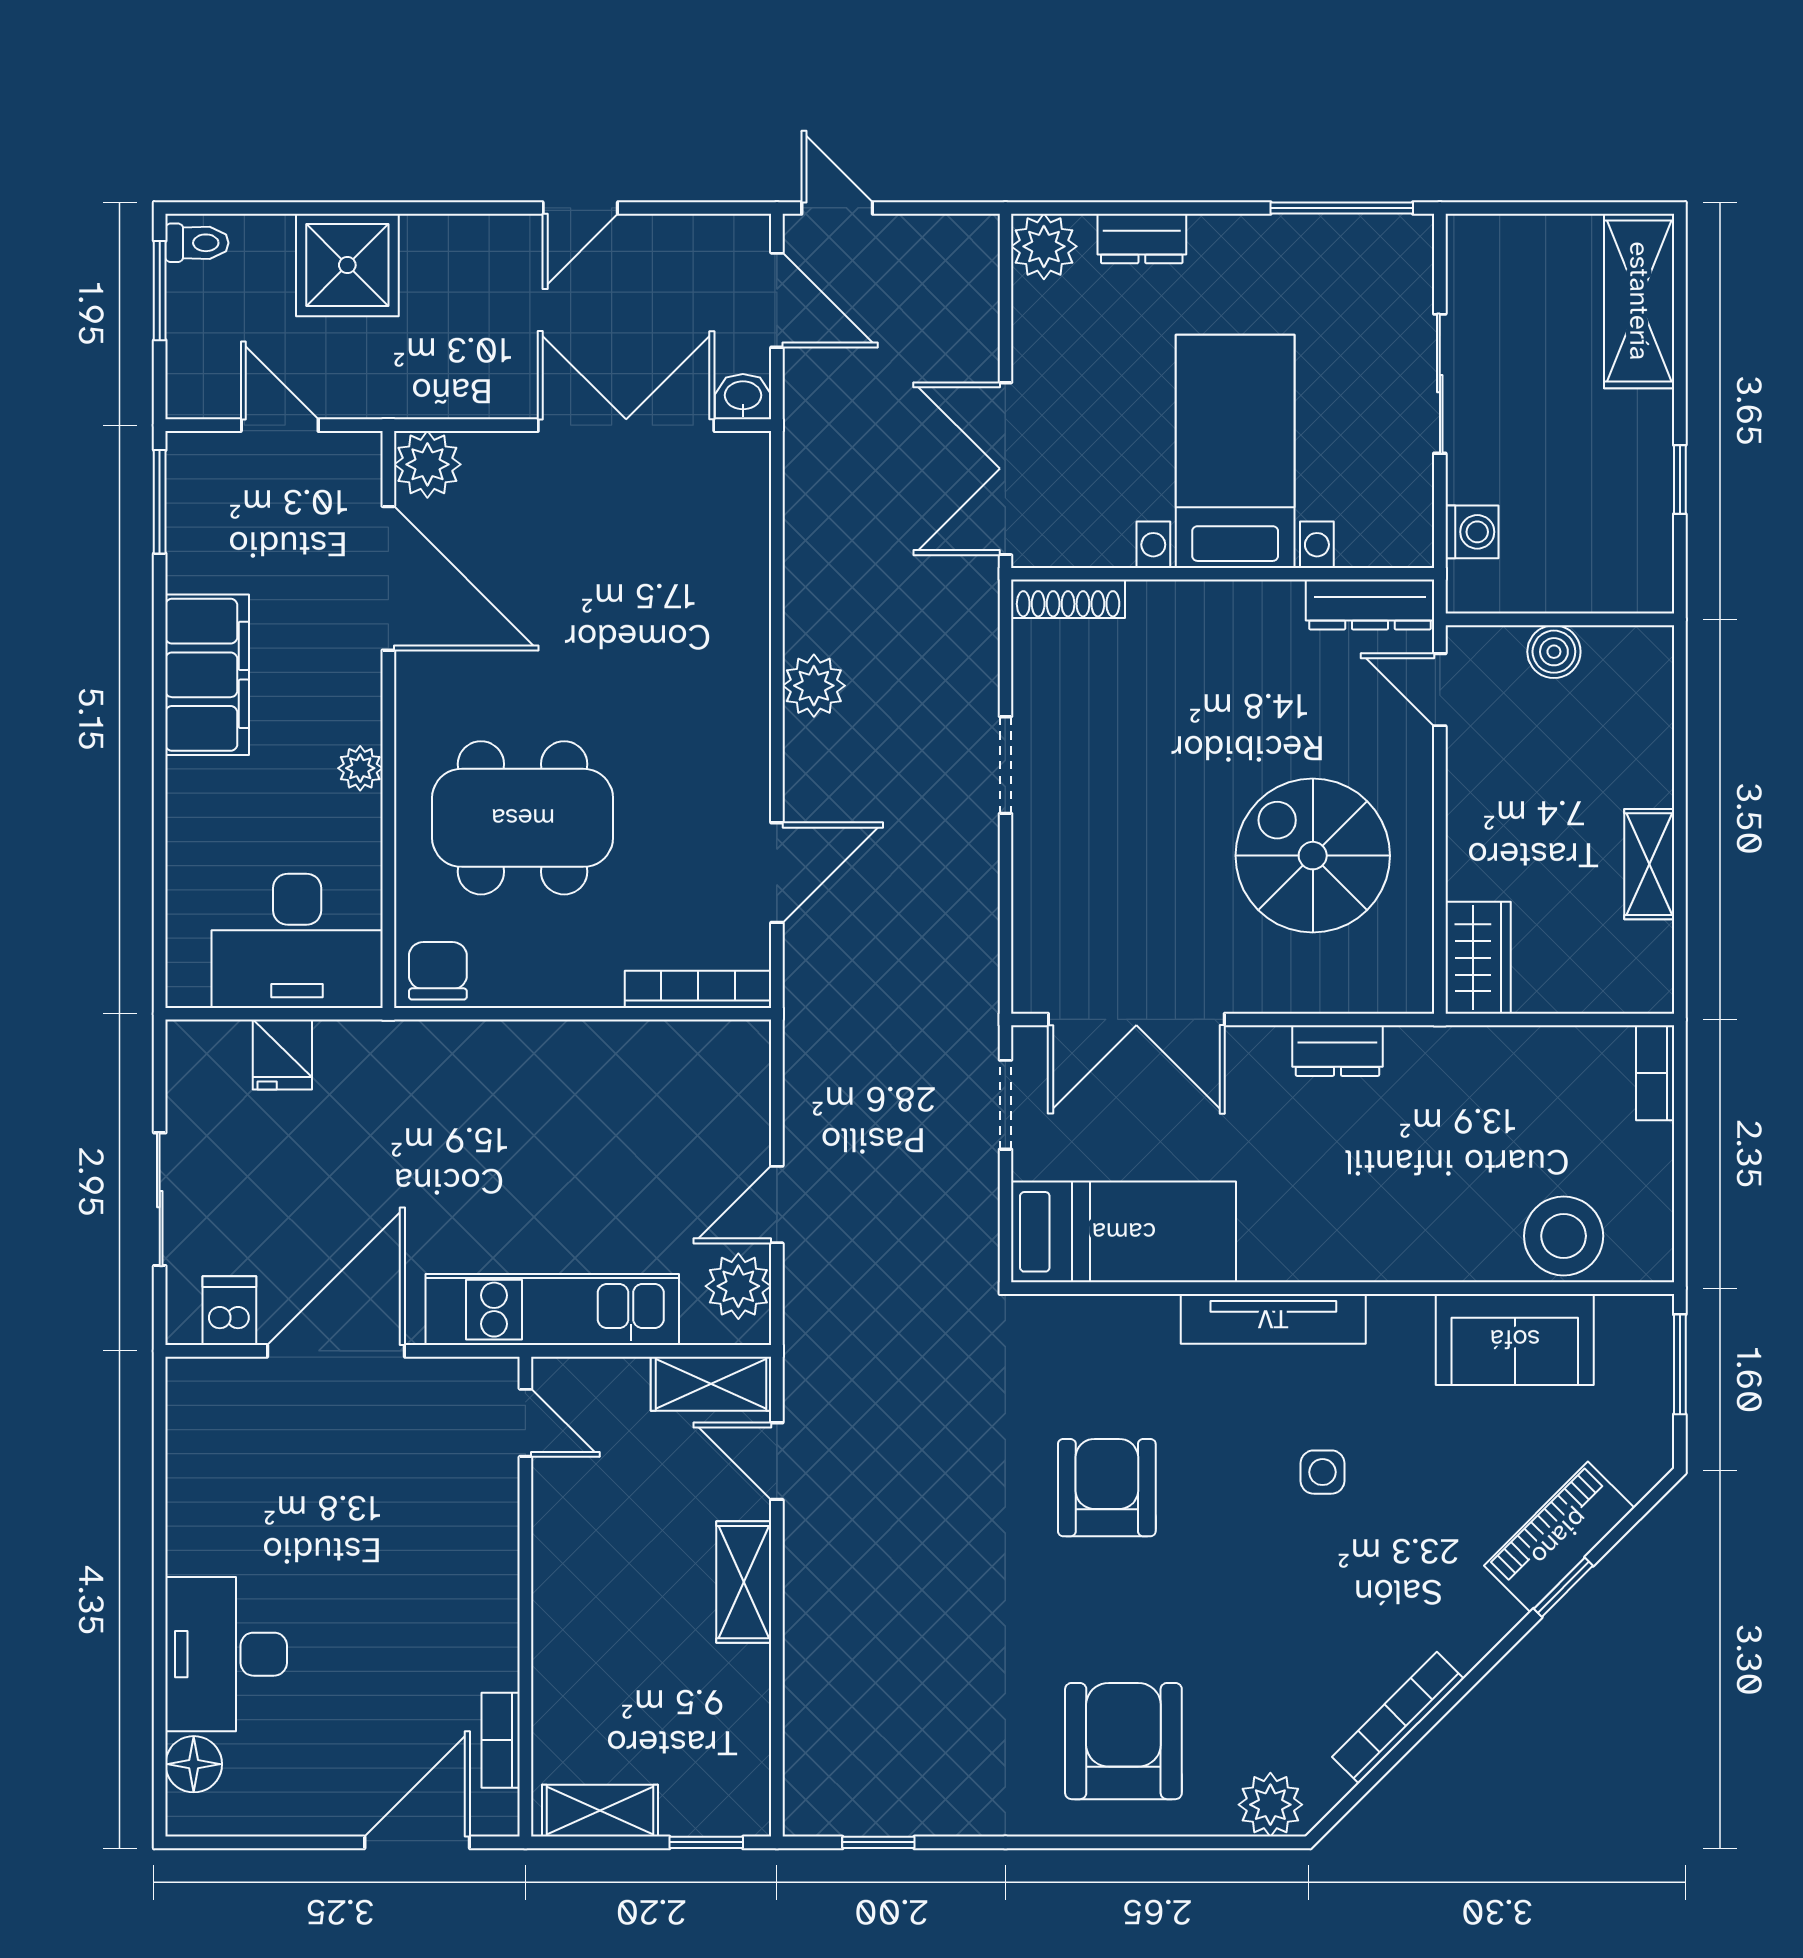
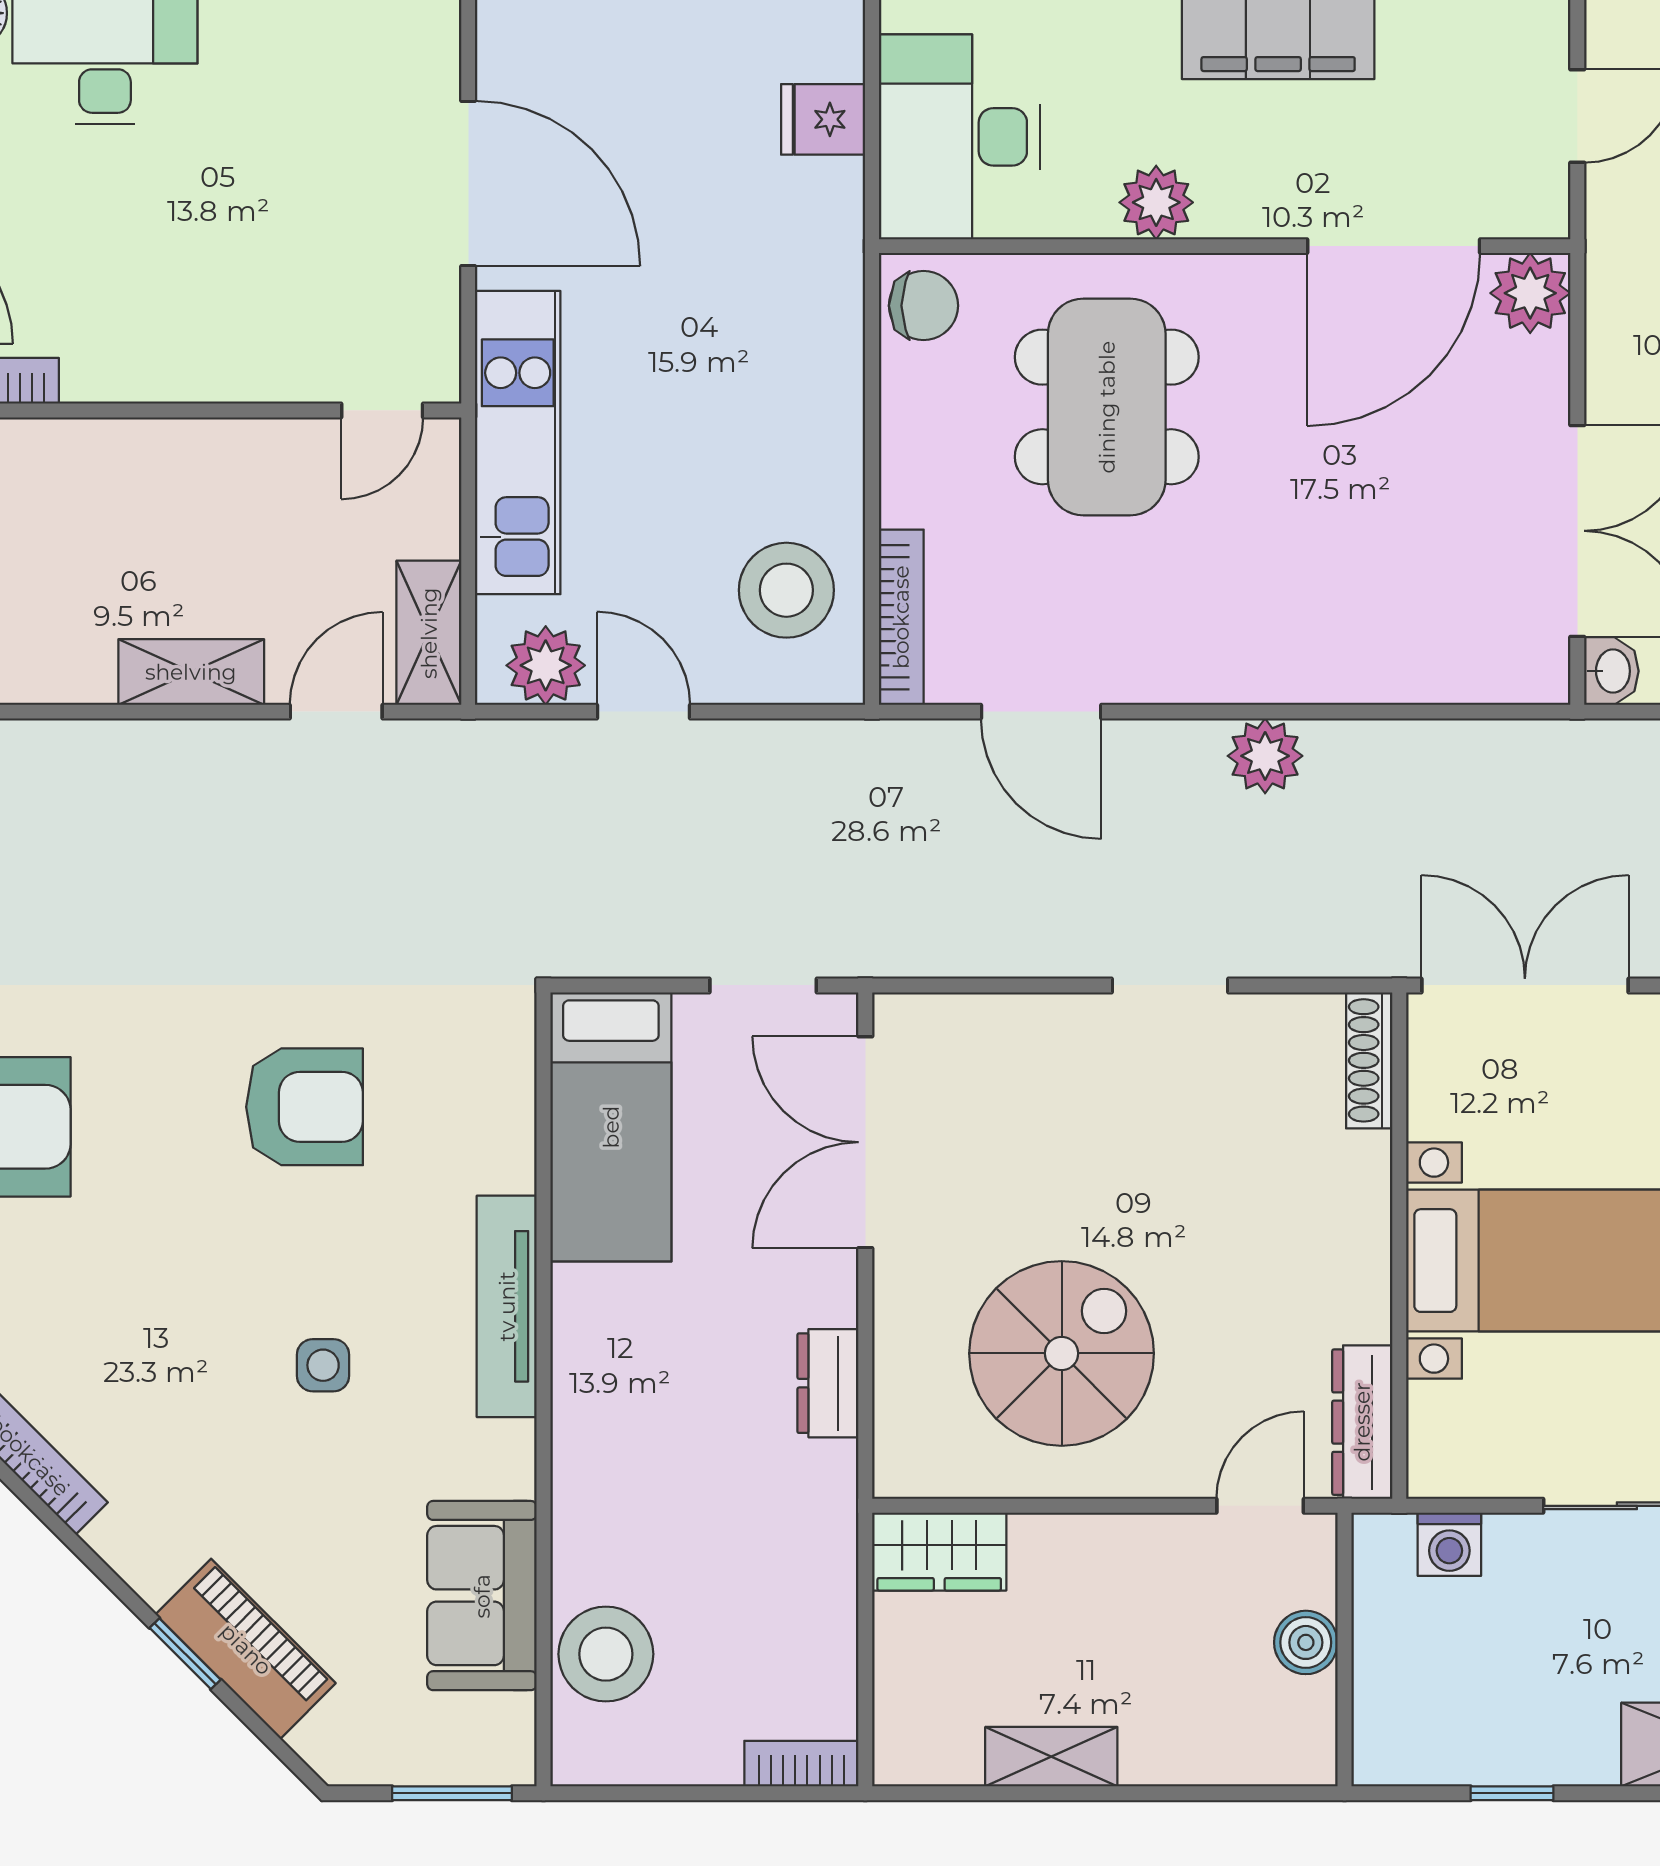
plant: (360, 768) -> (1156, 202), width x1.38, depth x1.38
stool: (675, 1085) -> (786, 590), added
dishwasher: (229, 1311) -> (516, 56), removed

